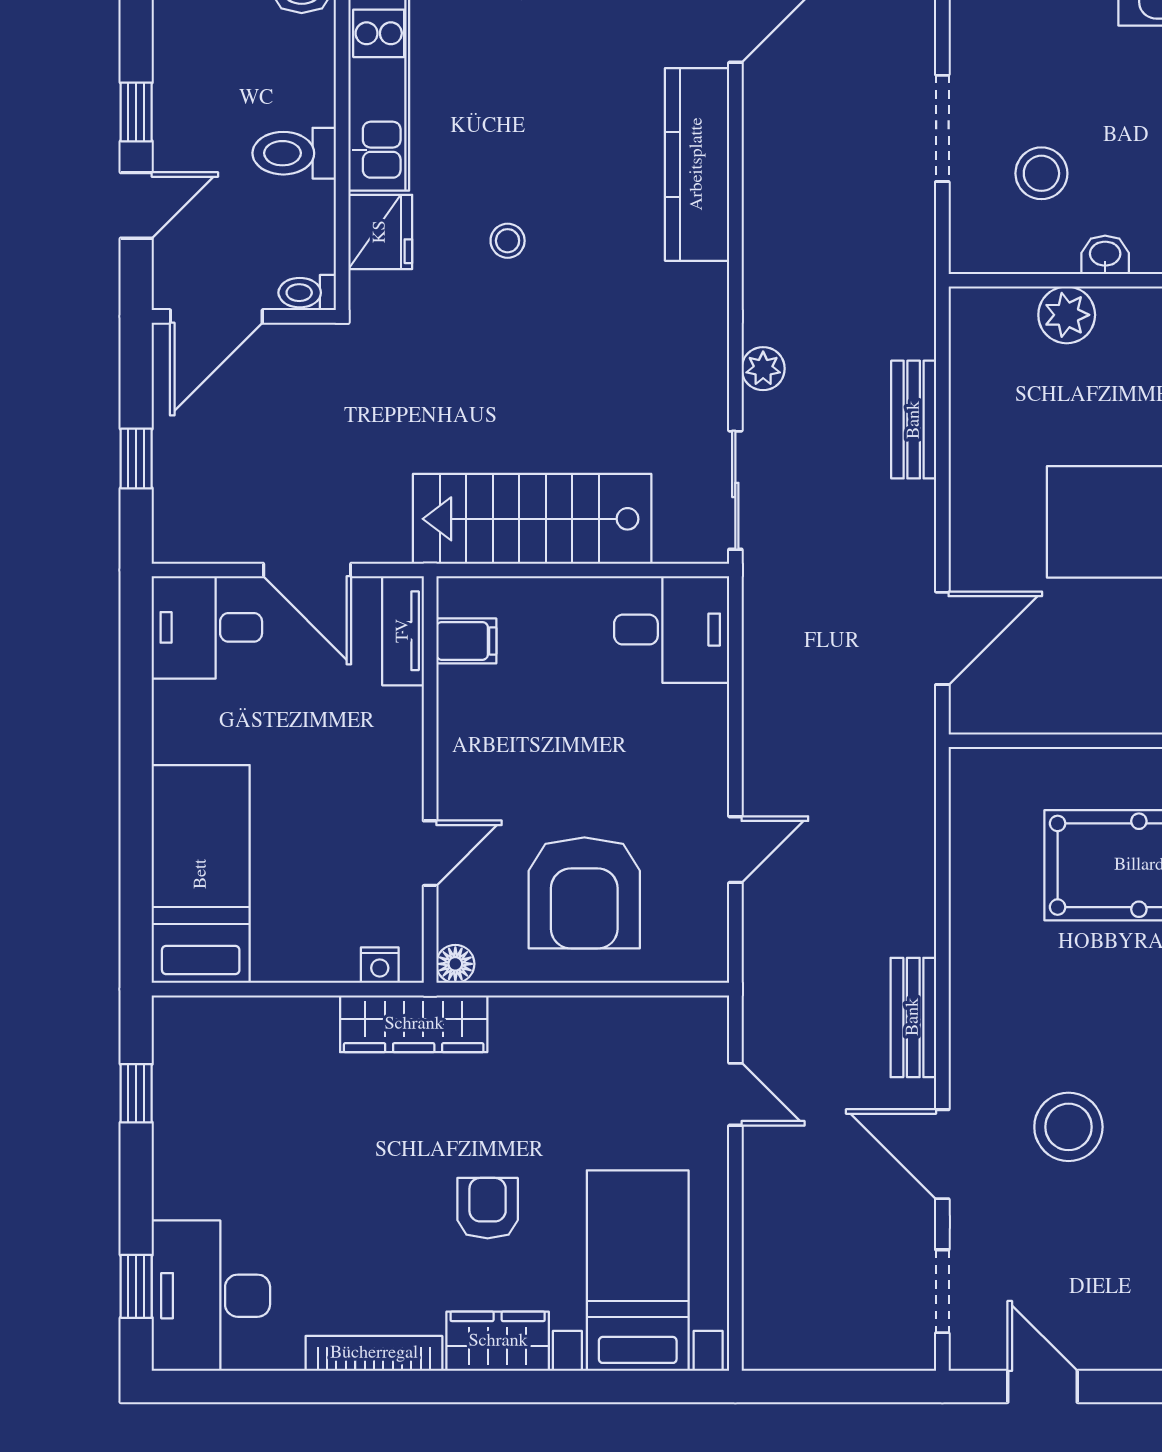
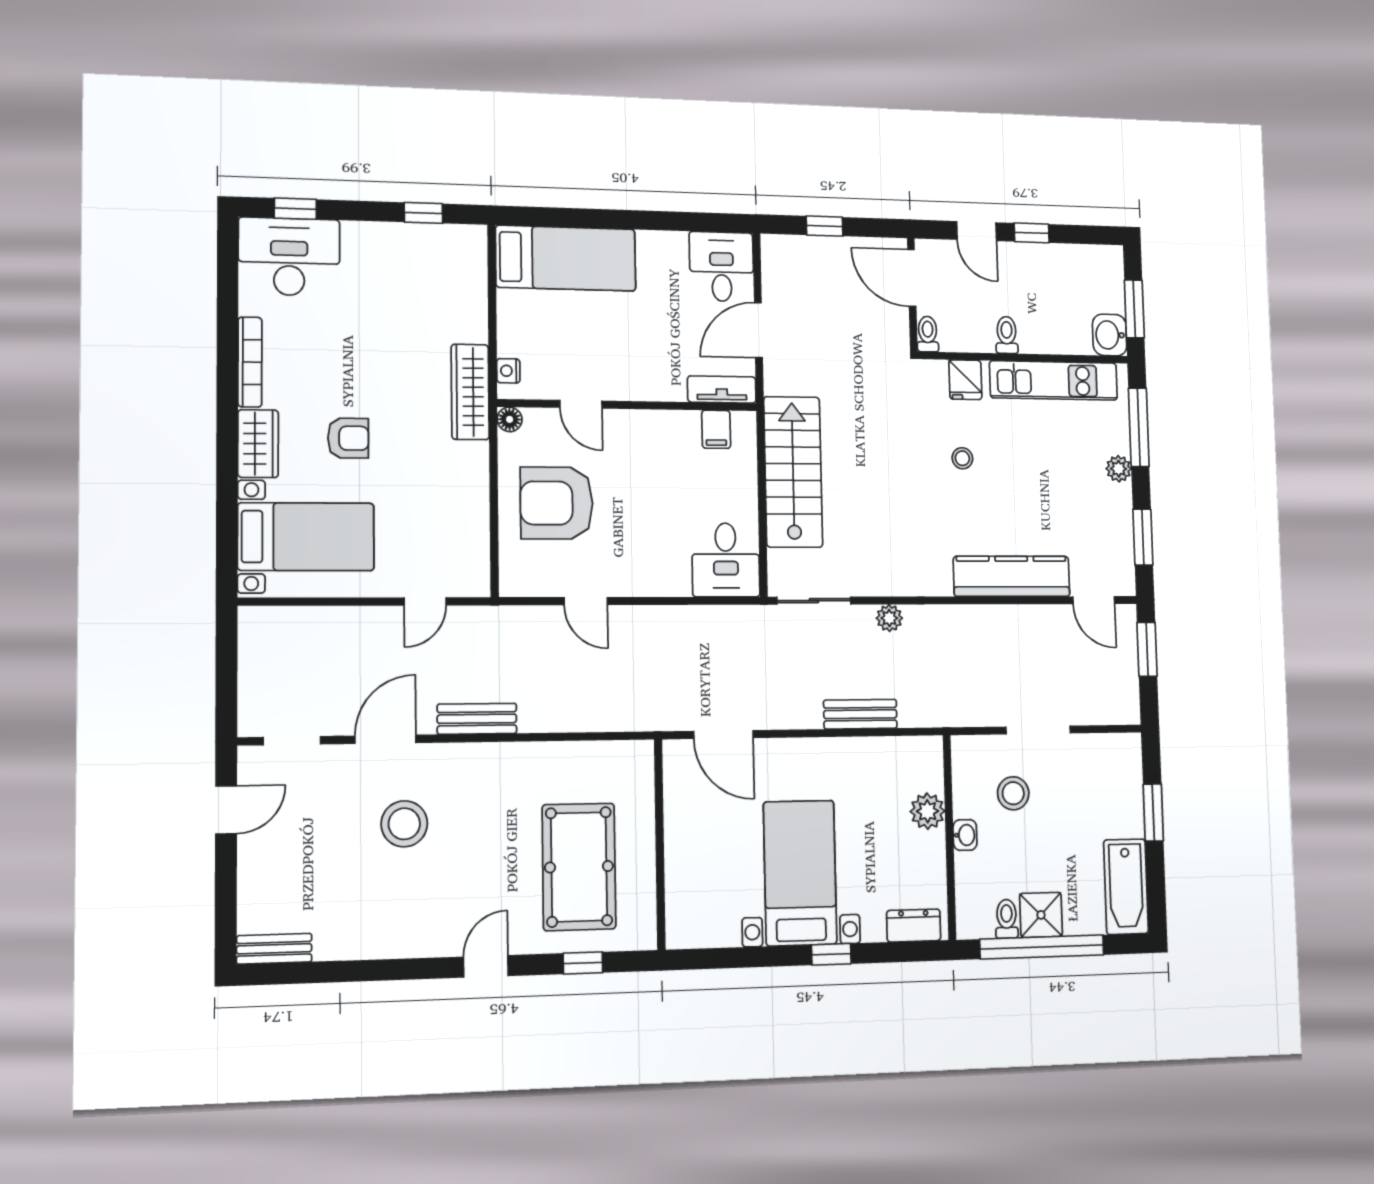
toilet: (294, 153) -> (1007, 335), width x0.73, depth x0.72
fridge: (380, 232) -> (965, 380), width x0.72

